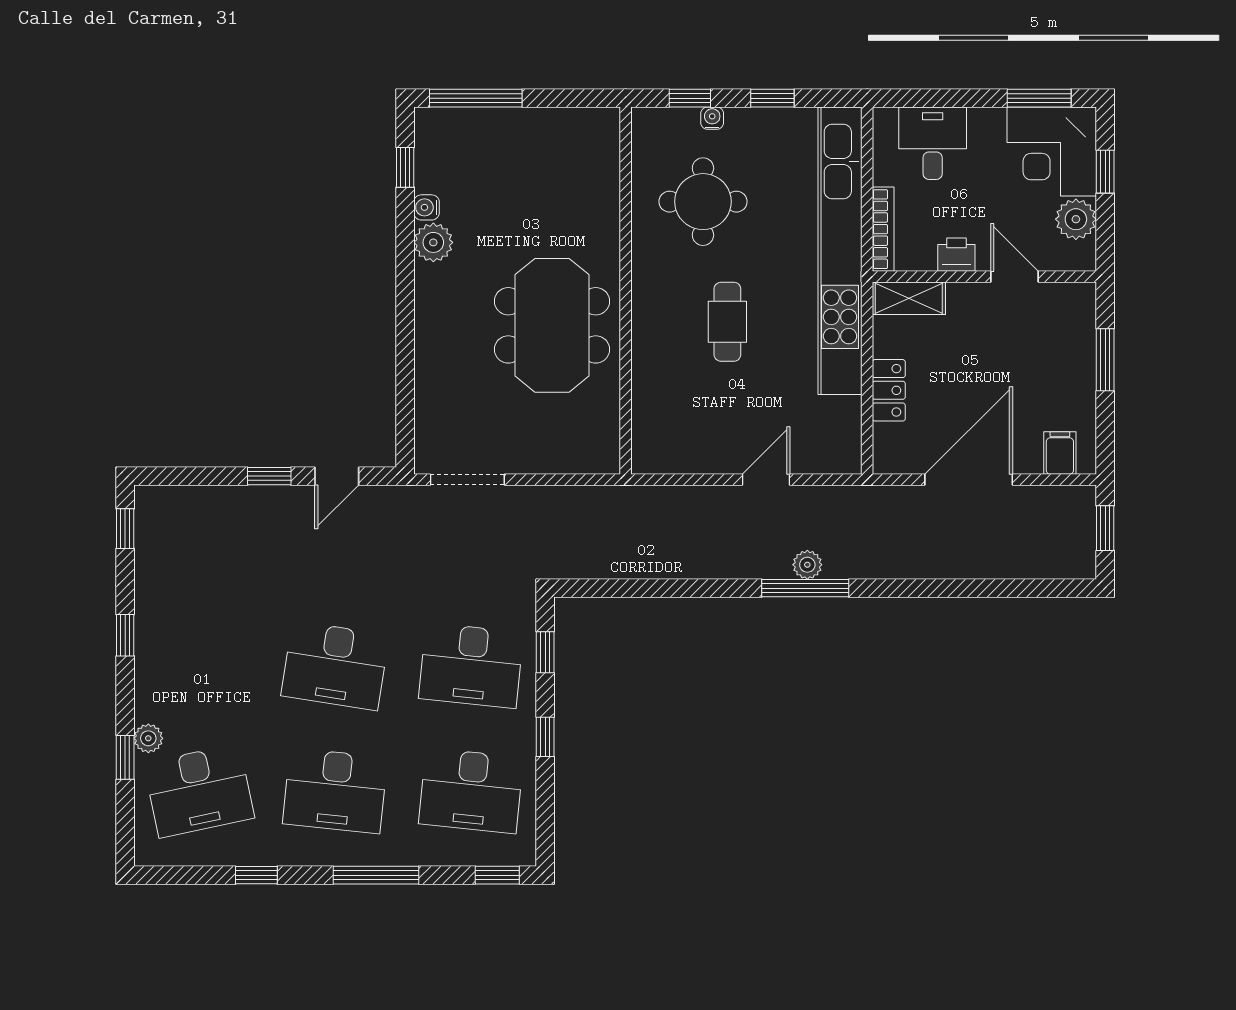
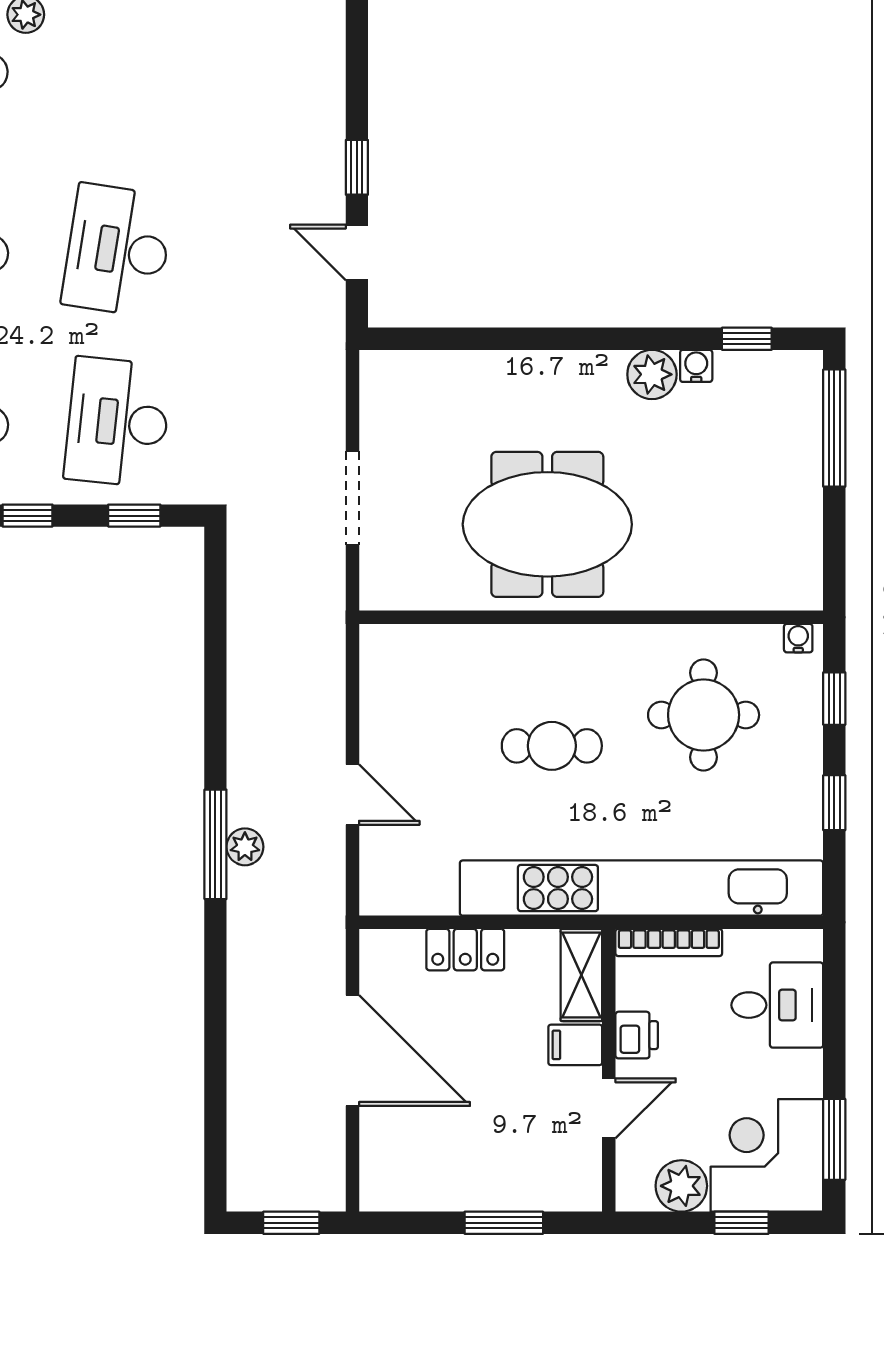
water cooler: (712, 118) -> (798, 638), moved, turned -90
filing cabinet: (1060, 453) -> (575, 1045), moved, turned 180
doorway: (467, 480) -> (352, 498), moved

